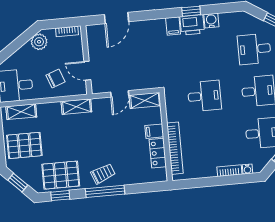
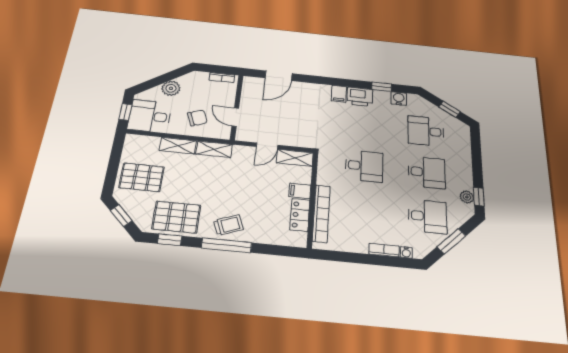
window: (191, 11) -> (382, 87), moved
water cooler: (211, 21) -> (399, 99), moved
plant: (39, 42) -> (171, 88), moved
shelving: (21, 112) -> (178, 146), moved

